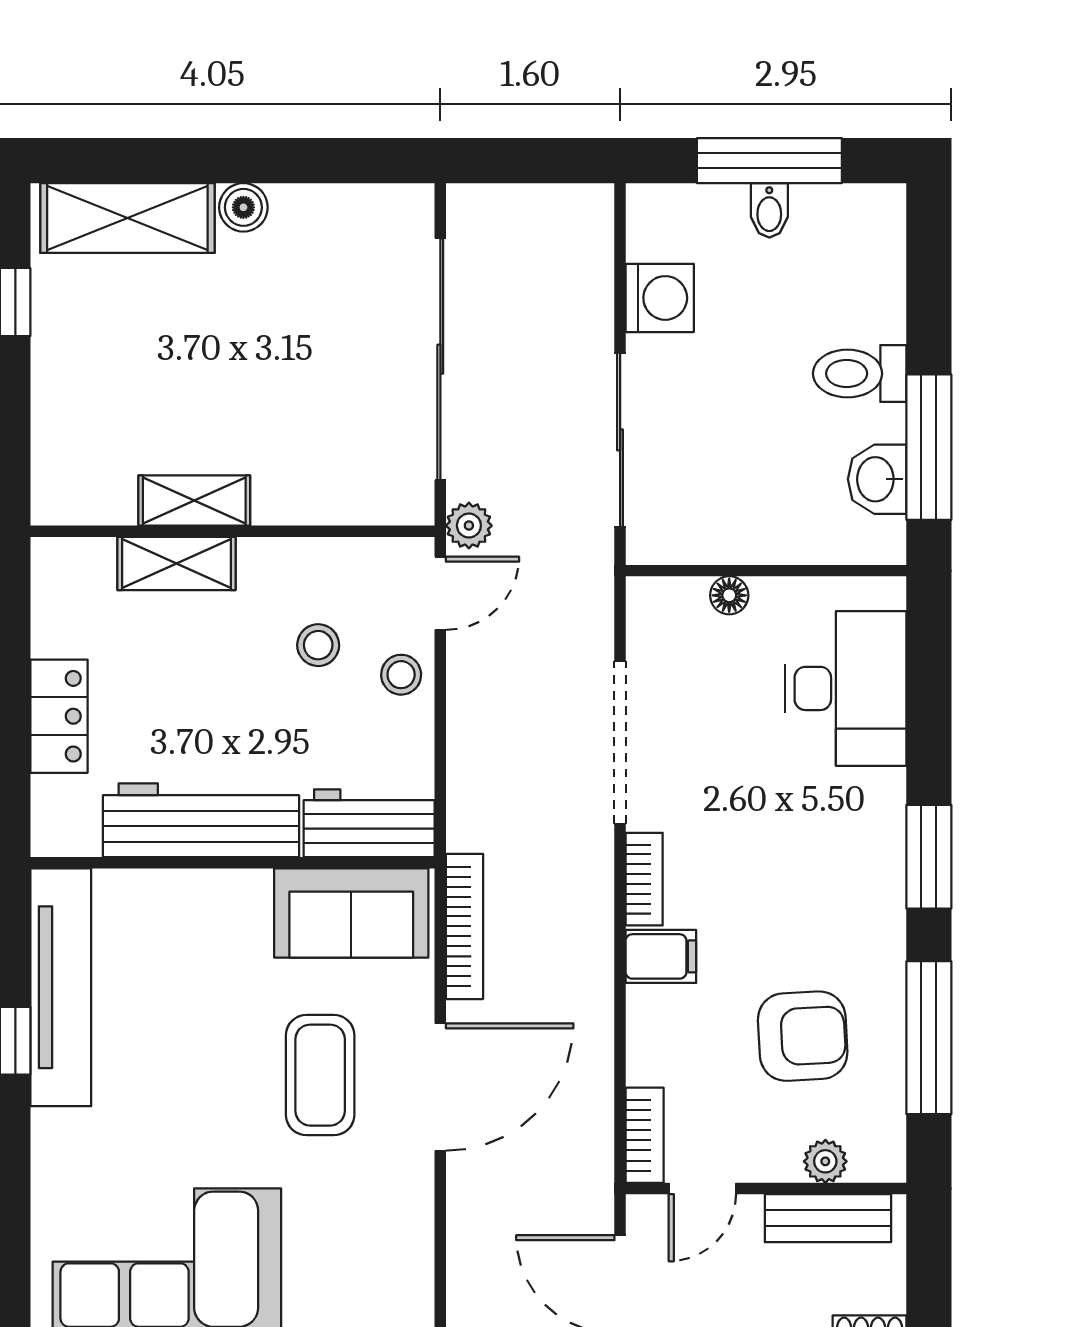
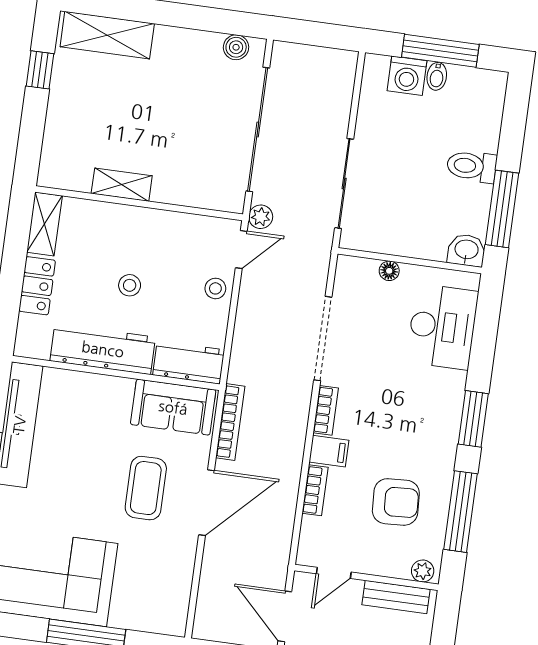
boiler: (243, 207) -> (236, 47), moved
washing machine: (660, 298) -> (407, 76), moved, turned 90
washbasin: (877, 479) -> (466, 250), moved, turned 90
shelving: (176, 563) -> (44, 224), moved, turned 90
stool: (318, 645) -> (130, 285), moved
bookcase: (645, 1135) -> (315, 490), moved
plant: (825, 1161) -> (423, 571), moved

